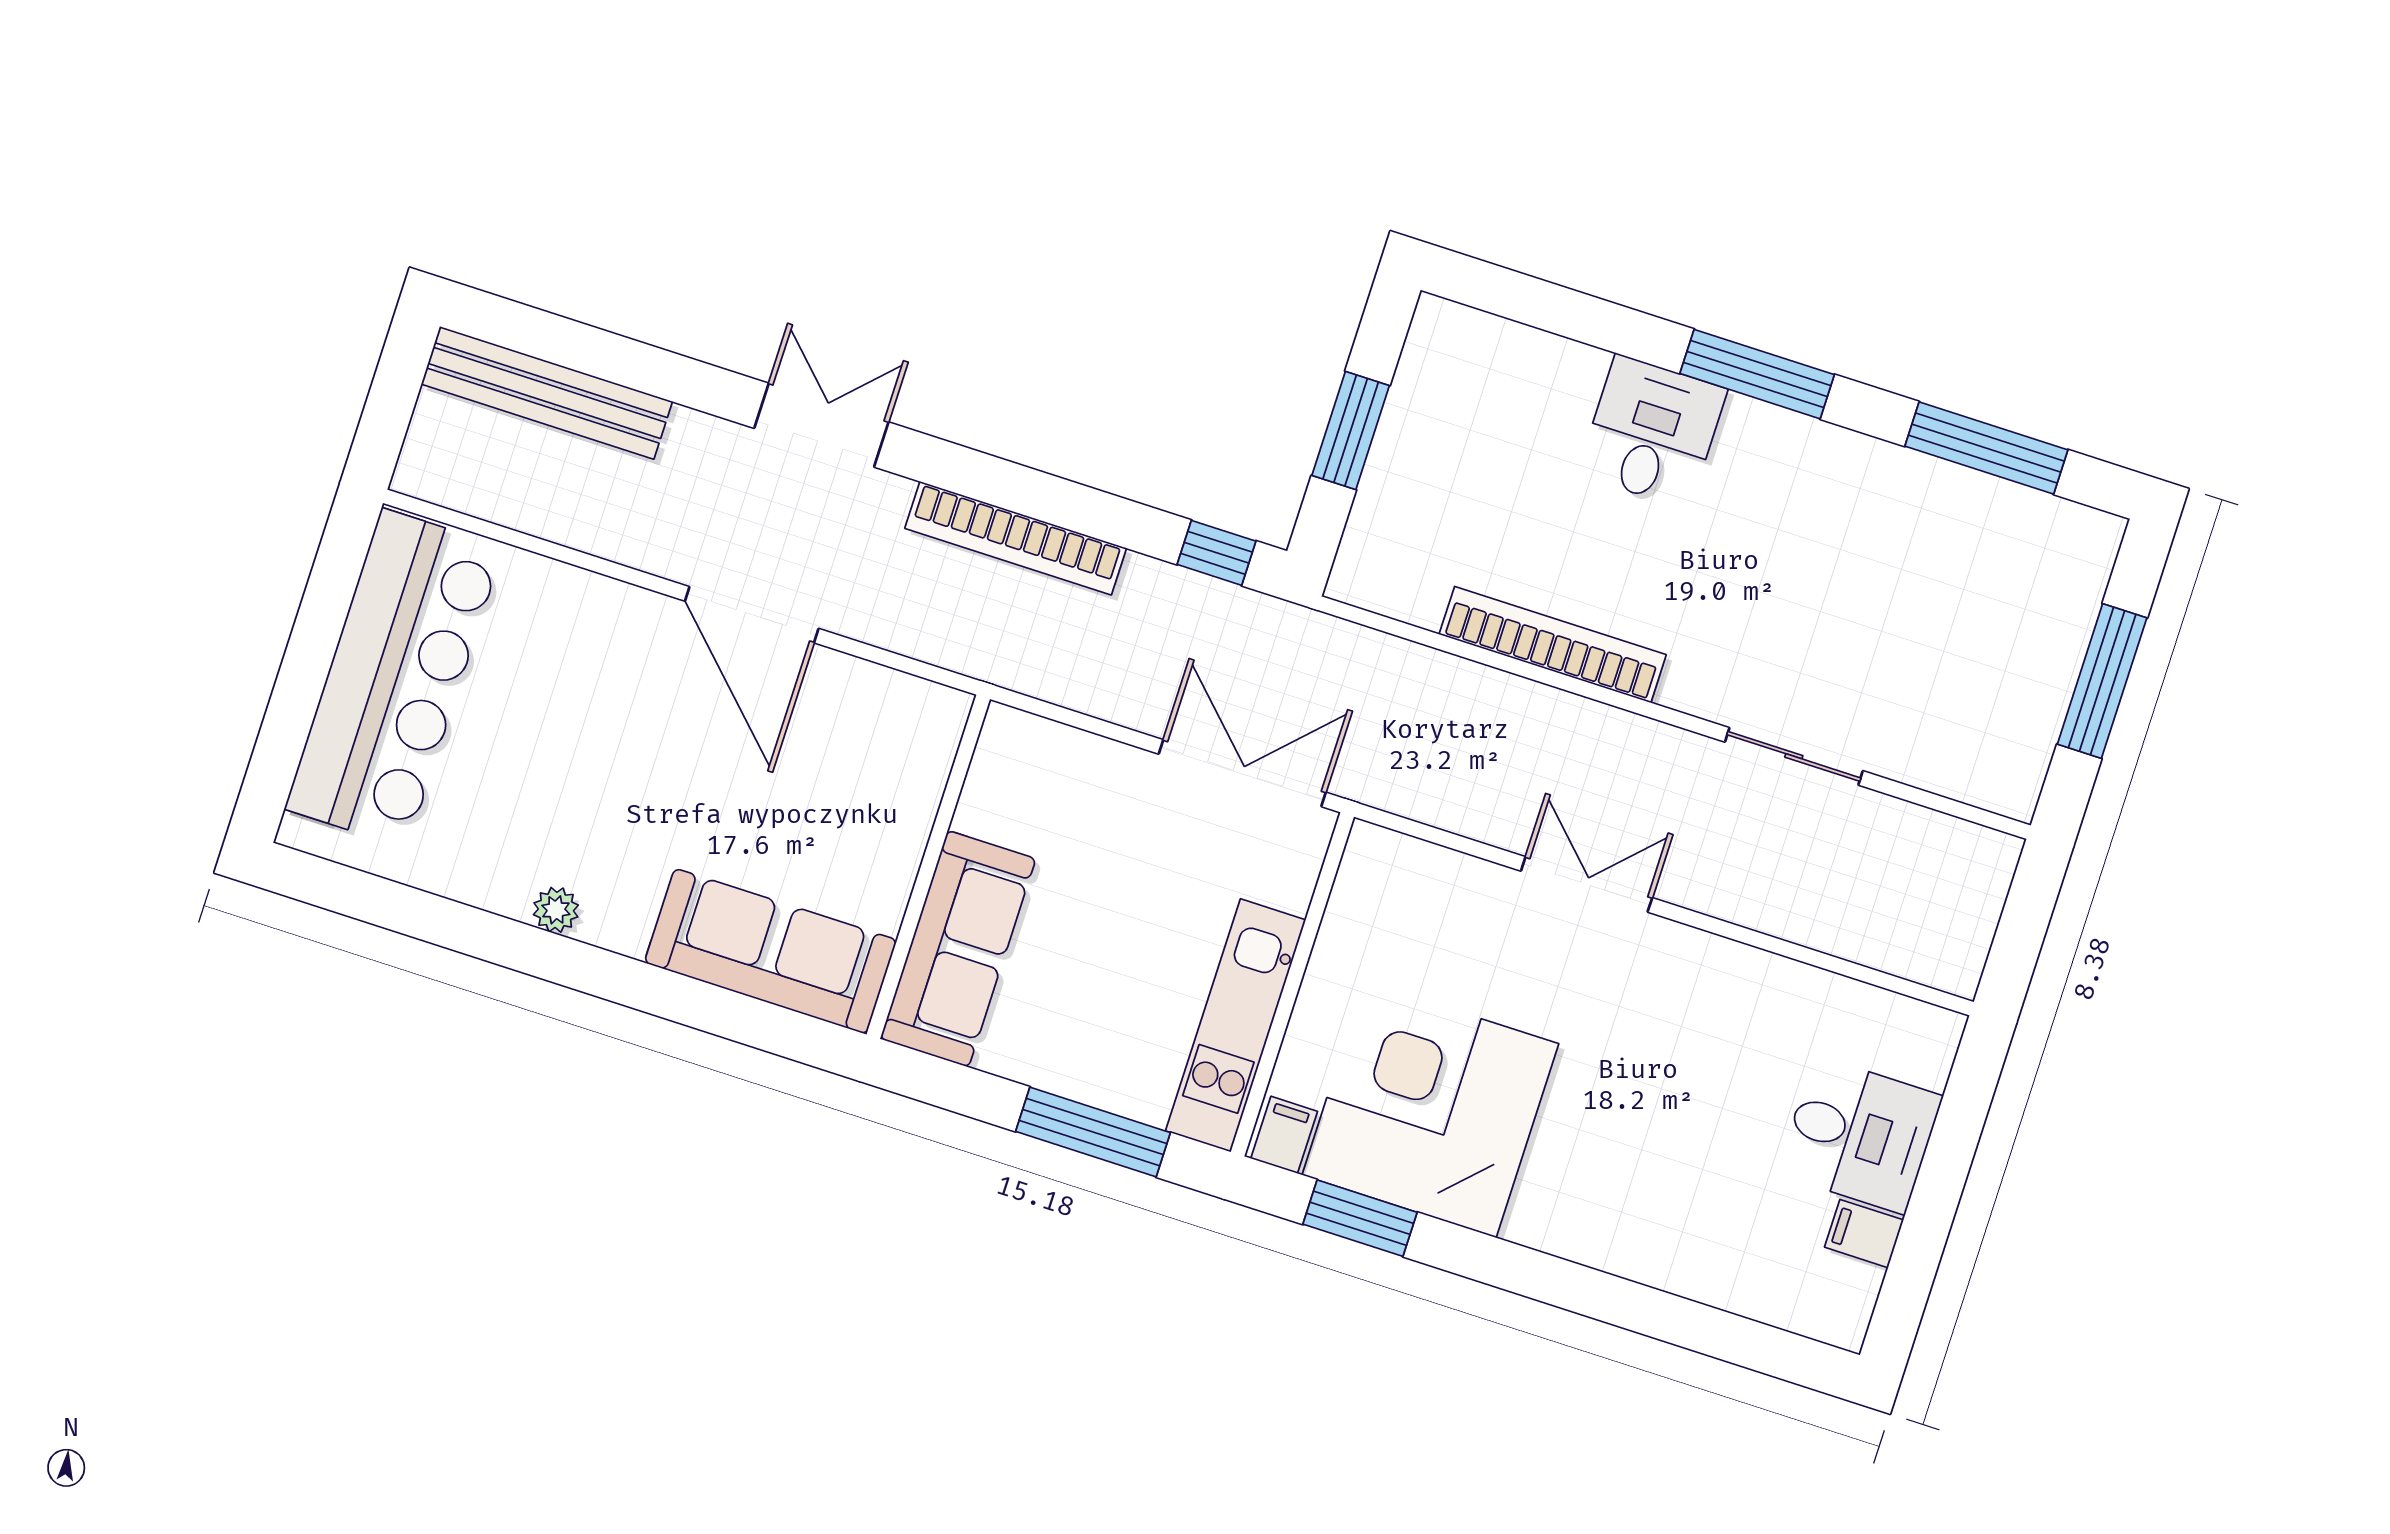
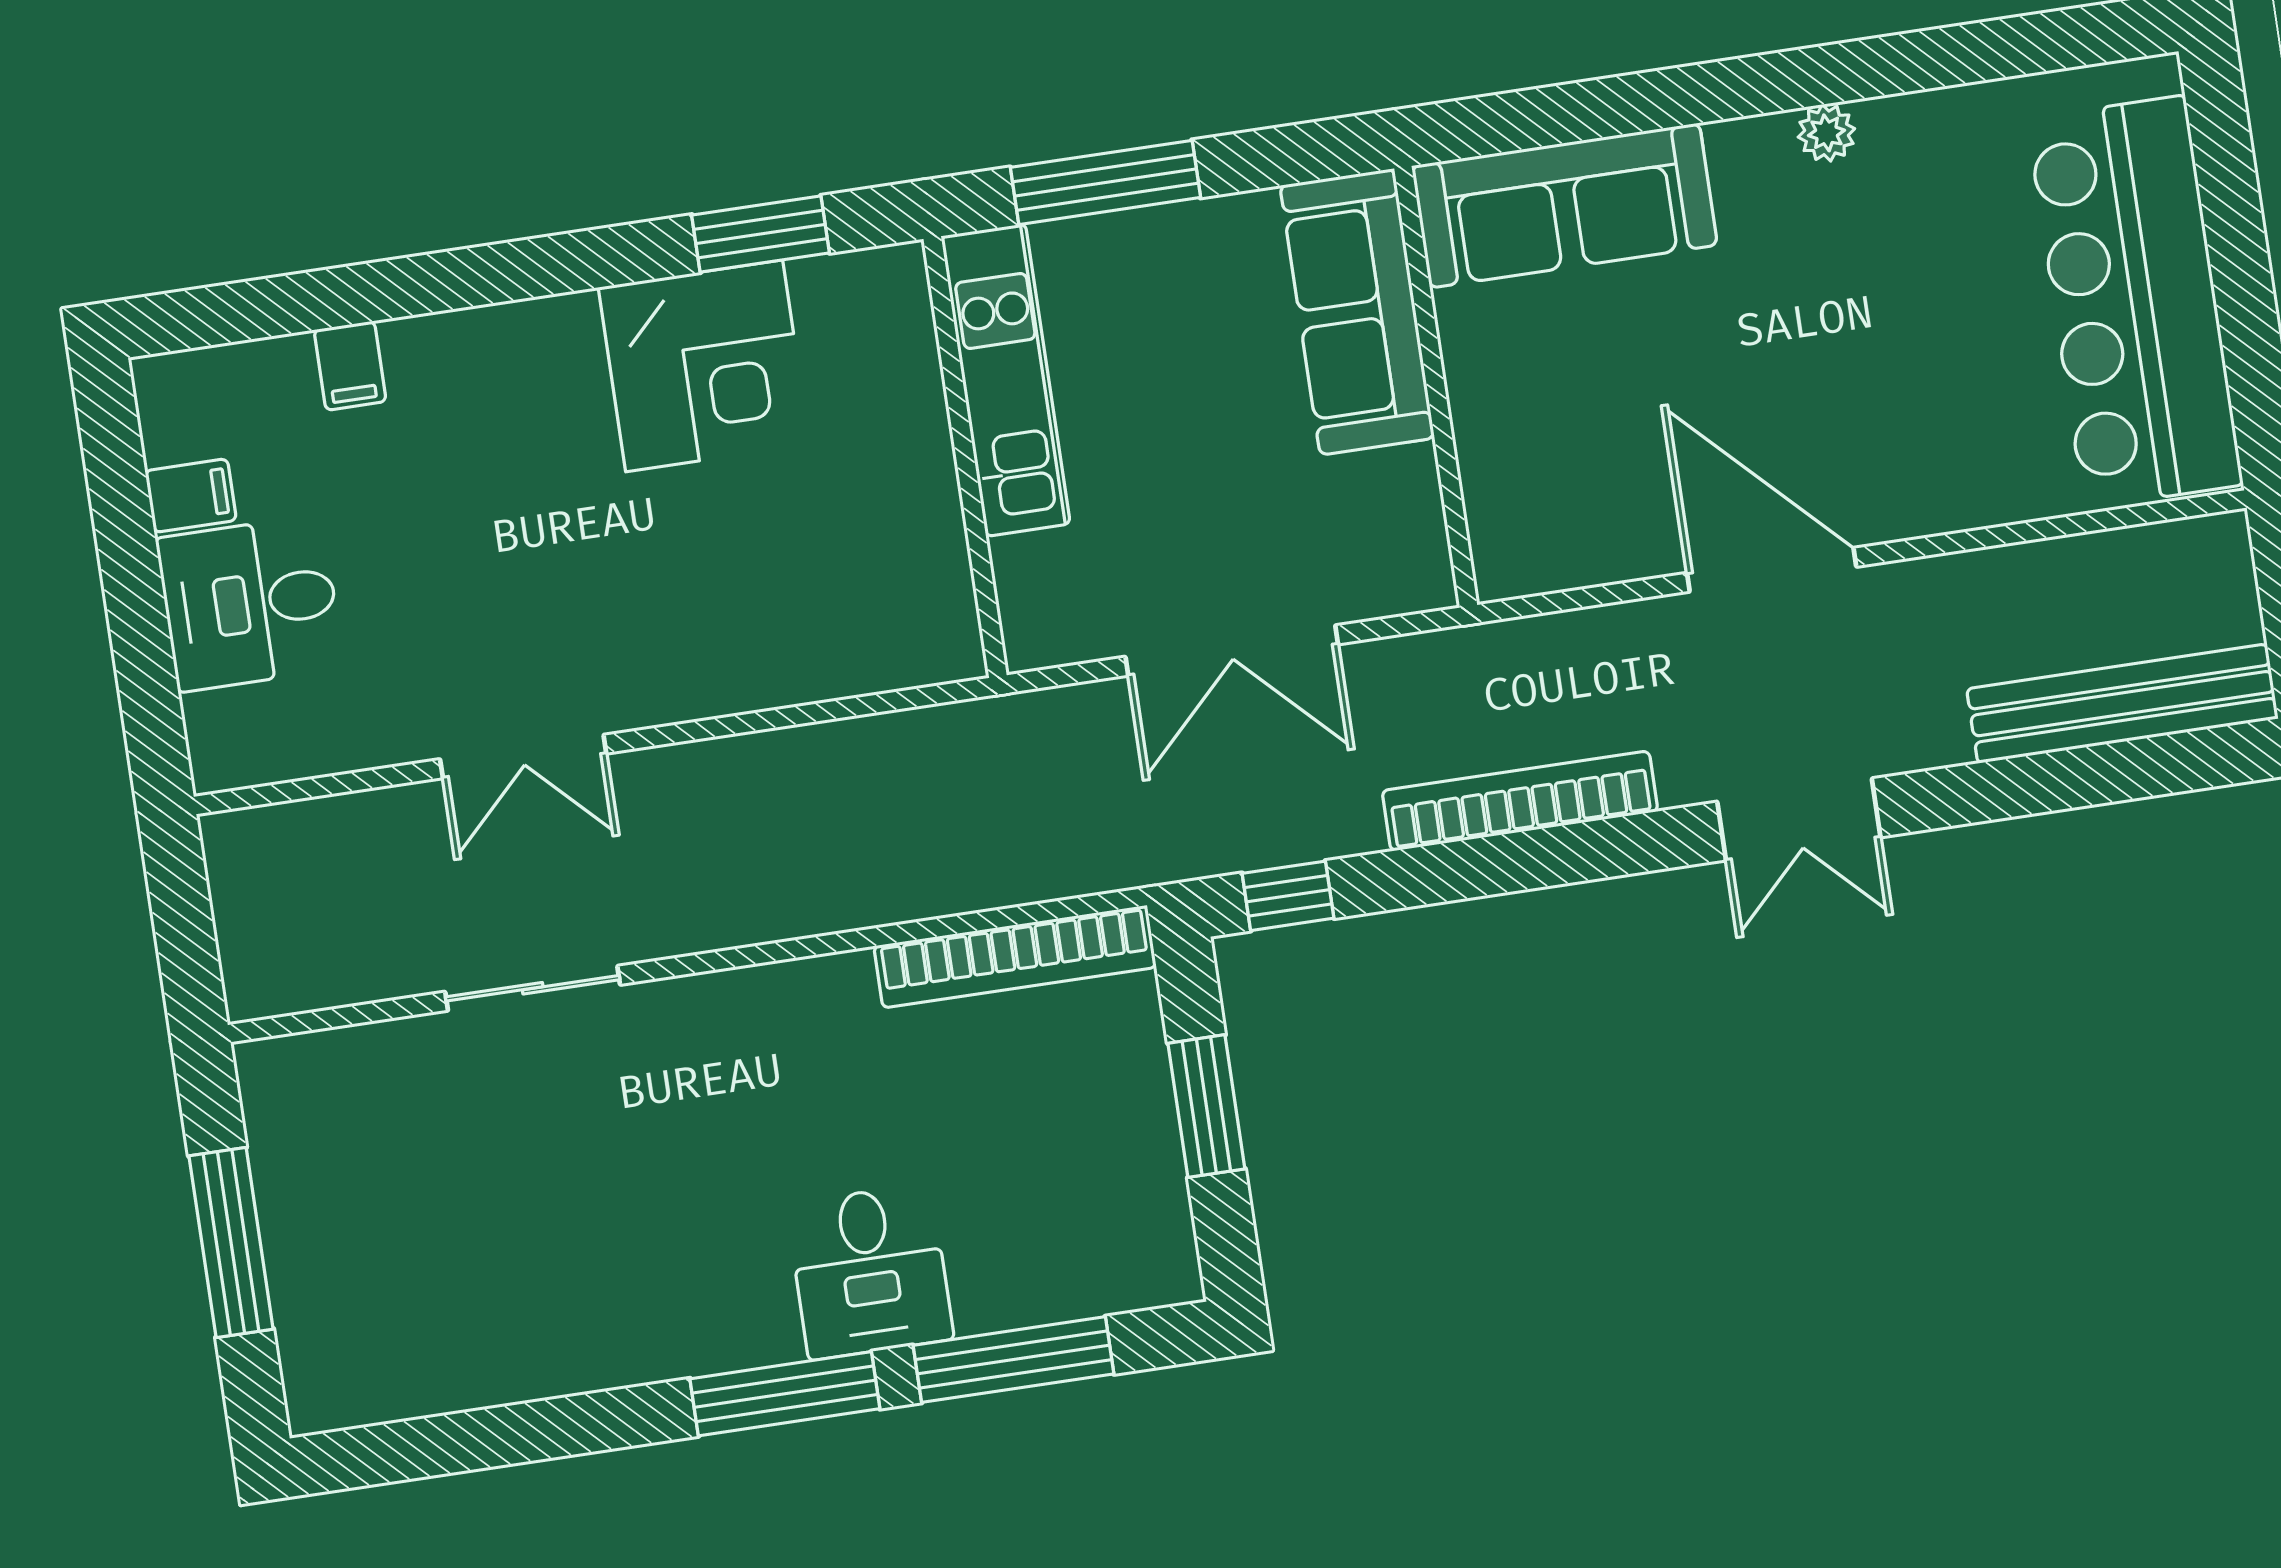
window: (1986, 448) -> (1013, 1360), moved
bookcase: (1553, 645) -> (1015, 957), moved
double door: (1242, 773) -> (1232, 651), moved
double door: (1587, 884) -> (523, 756), moved
corner desk: (1430, 1109) -> (704, 366), width x0.74, depth x0.74
filing cabinet: (1284, 1135) -> (350, 366), moved

